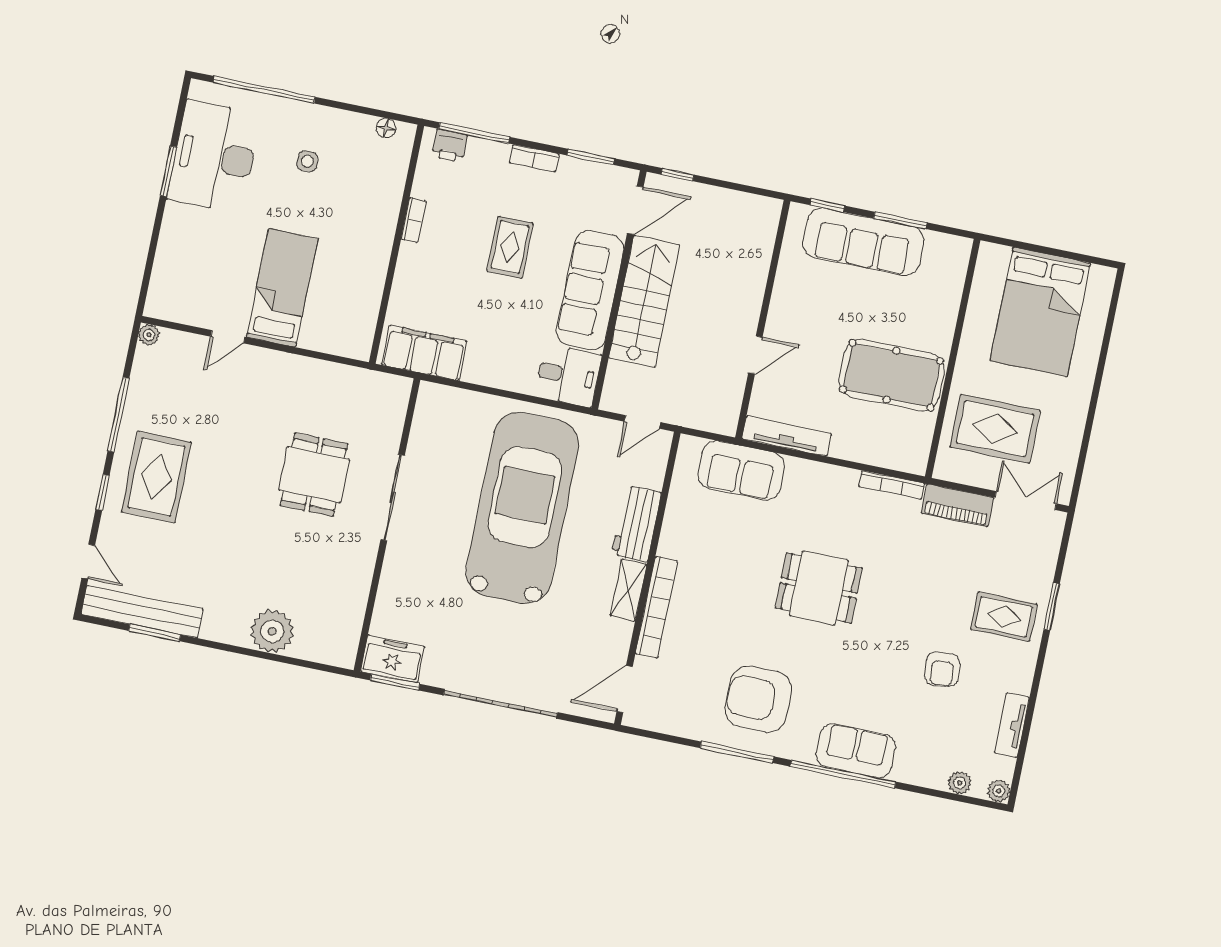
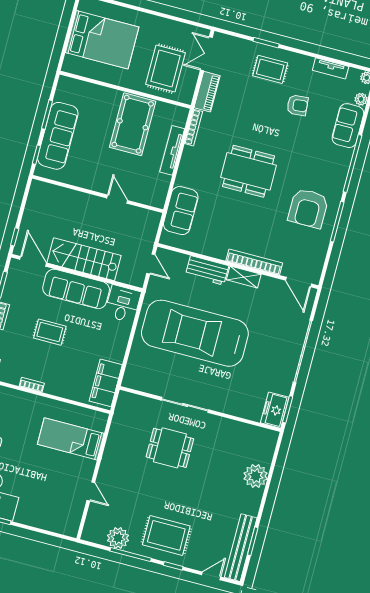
bed: (282, 288) -> (71, 439), moved
plant: (149, 335) -> (118, 538), moved, width x1.88, depth x1.88
tv unit: (787, 436) -> (172, 150), moved
dining table: (819, 588) -> (248, 171), width x1.38
rug: (1004, 617) -> (270, 69), turned 90
sofa: (856, 751) -> (348, 126), moved

